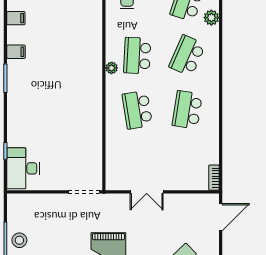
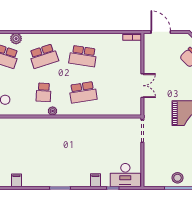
filing cabinet: (16, 52) -> (95, 180), moved
school desk: (137, 56) -> (44, 92), width x0.54
school desk: (187, 56) -> (44, 56), turned -42

